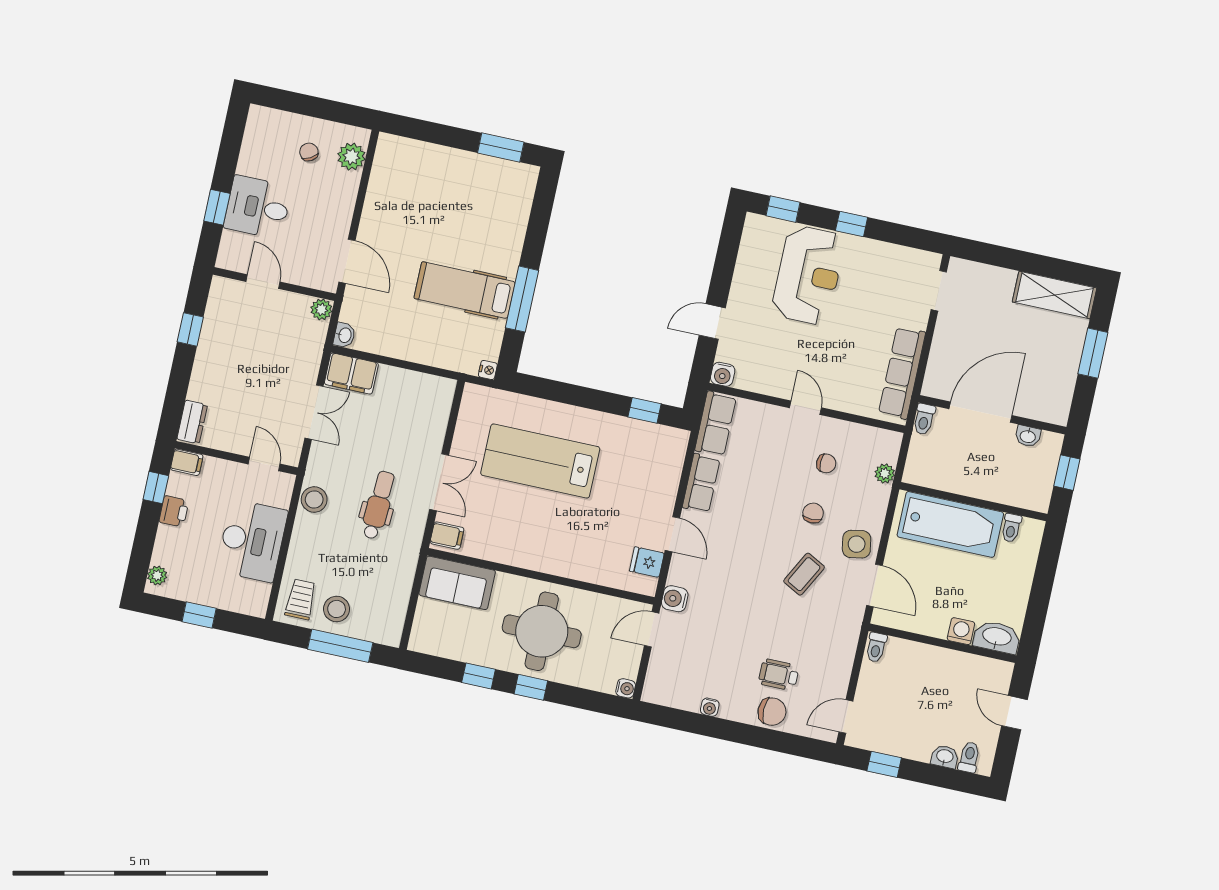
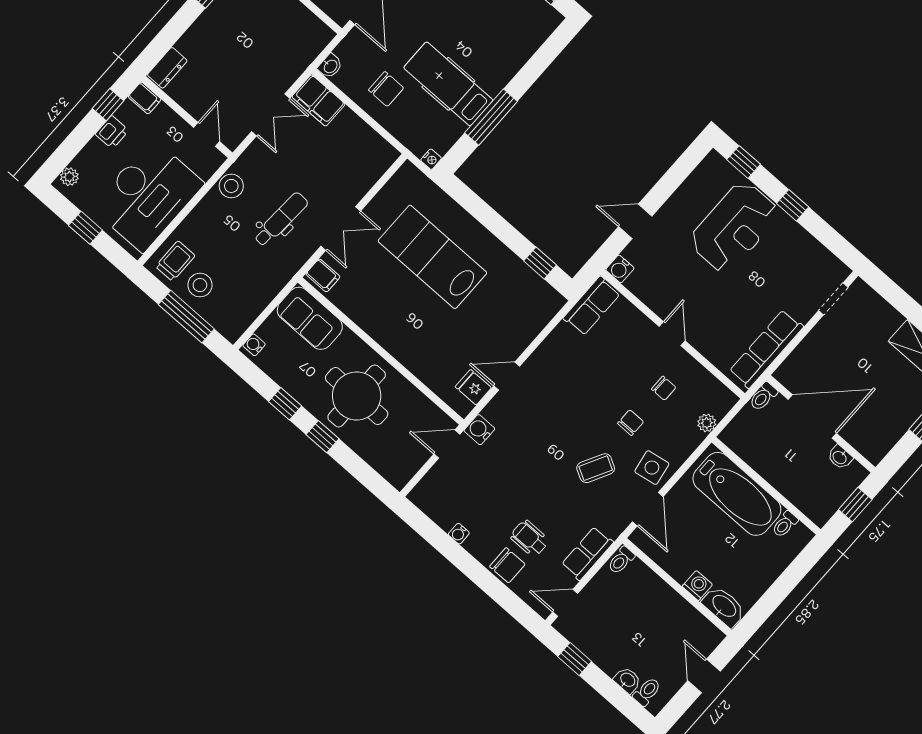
plant: (321, 309) -> (323, 35), removed
chair: (409, 327) -> (386, 89), added
row of seats: (701, 483) -> (587, 553), moved, turned 180
door: (672, 534) -> (507, 376), swing flipped
desk: (252, 541) -> (148, 195), width x1.36, depth x1.30
water cooler: (626, 688) -> (254, 345), moved, turned 180

